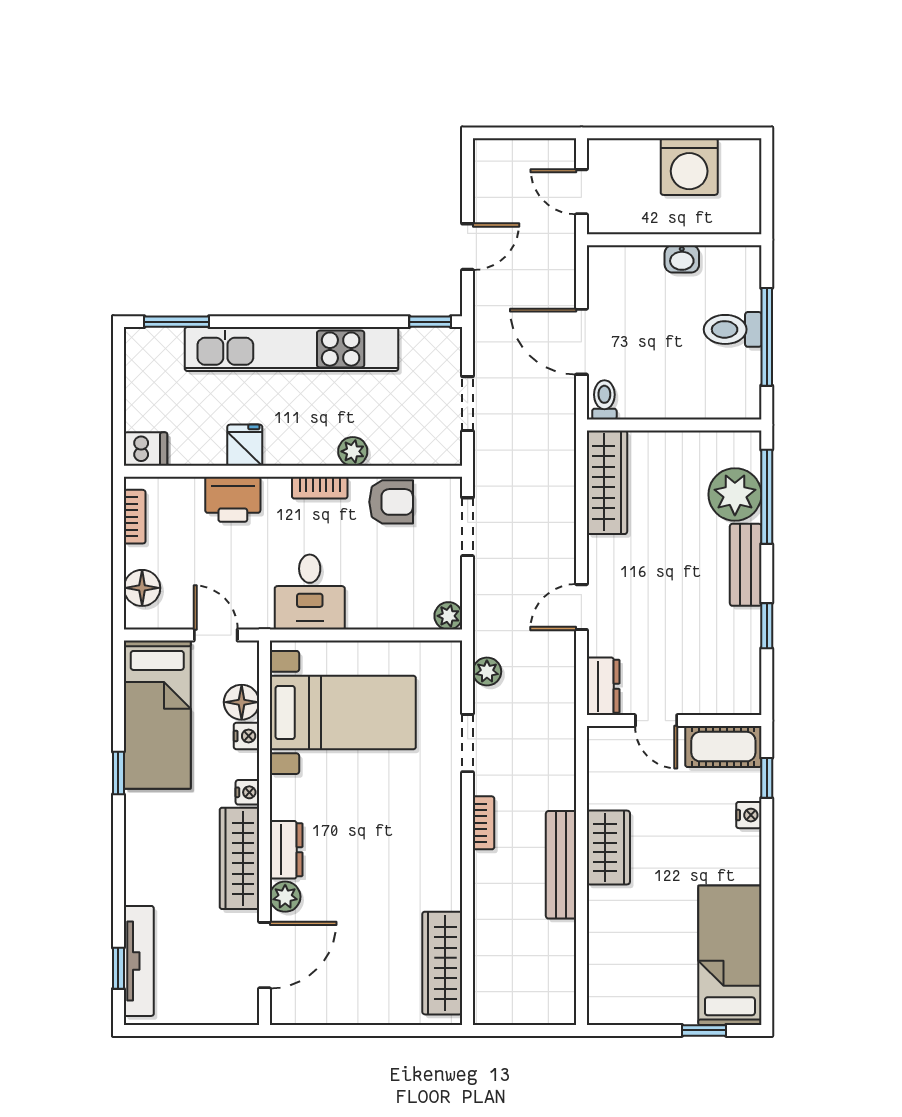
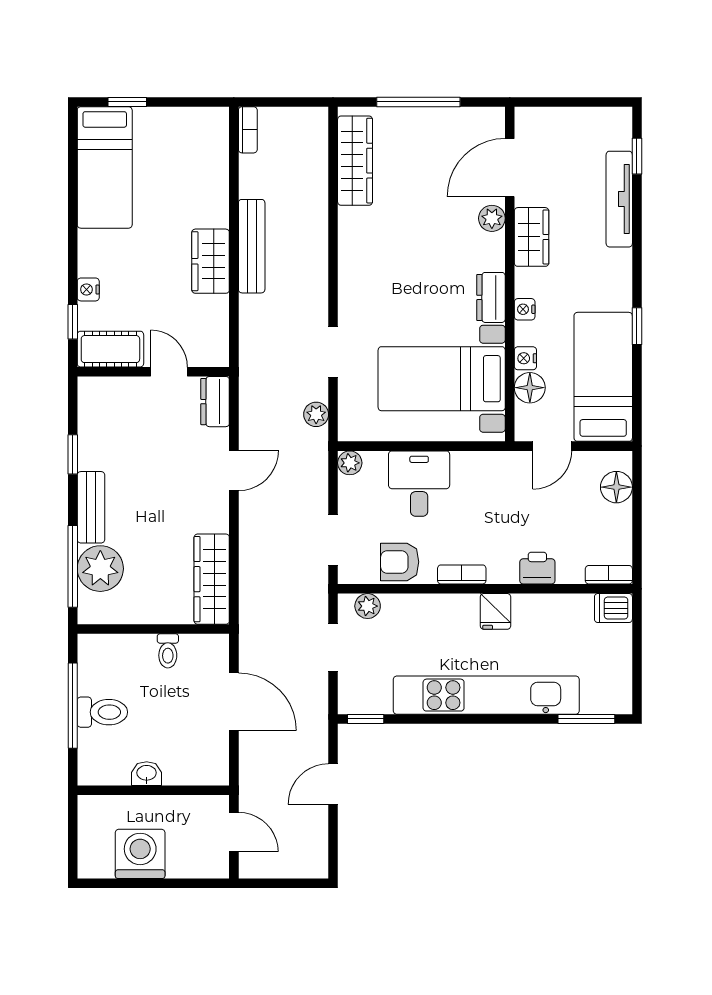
toilet: (604, 400) -> (168, 651), moved
fridge: (245, 445) -> (495, 611), moved
plant: (353, 451) -> (368, 606), moved
printer: (233, 499) -> (537, 568), width x0.73, depth x0.81
bookcase: (135, 517) -> (609, 575), moved, turned 90
desk: (310, 592) -> (419, 484), moved
door: (216, 635) -> (552, 446), hinge flipped
bookcase: (484, 823) -> (248, 130), moved, turned 180
dresser: (286, 850) -> (491, 297), moved
wardrobe: (239, 858) -> (532, 237), width x0.67
tv unit: (139, 961) -> (619, 199), moved
window: (370, 1030) -> (418, 102), added

